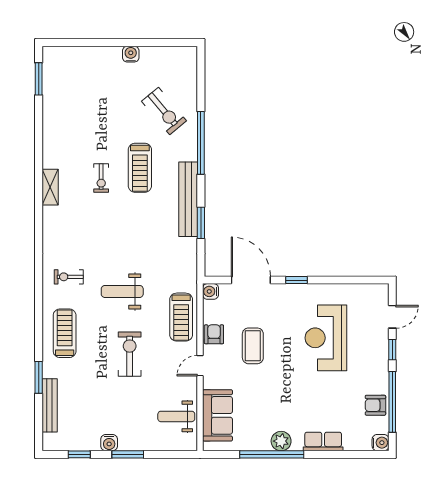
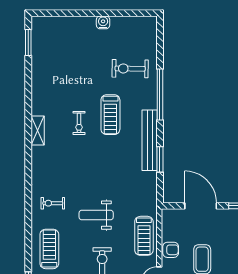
exercise bike: (164, 111) -> (130, 69), turned 131
water cooler: (211, 291) -> (168, 215), removed
armchair: (214, 334) -> (171, 250), turned 90

